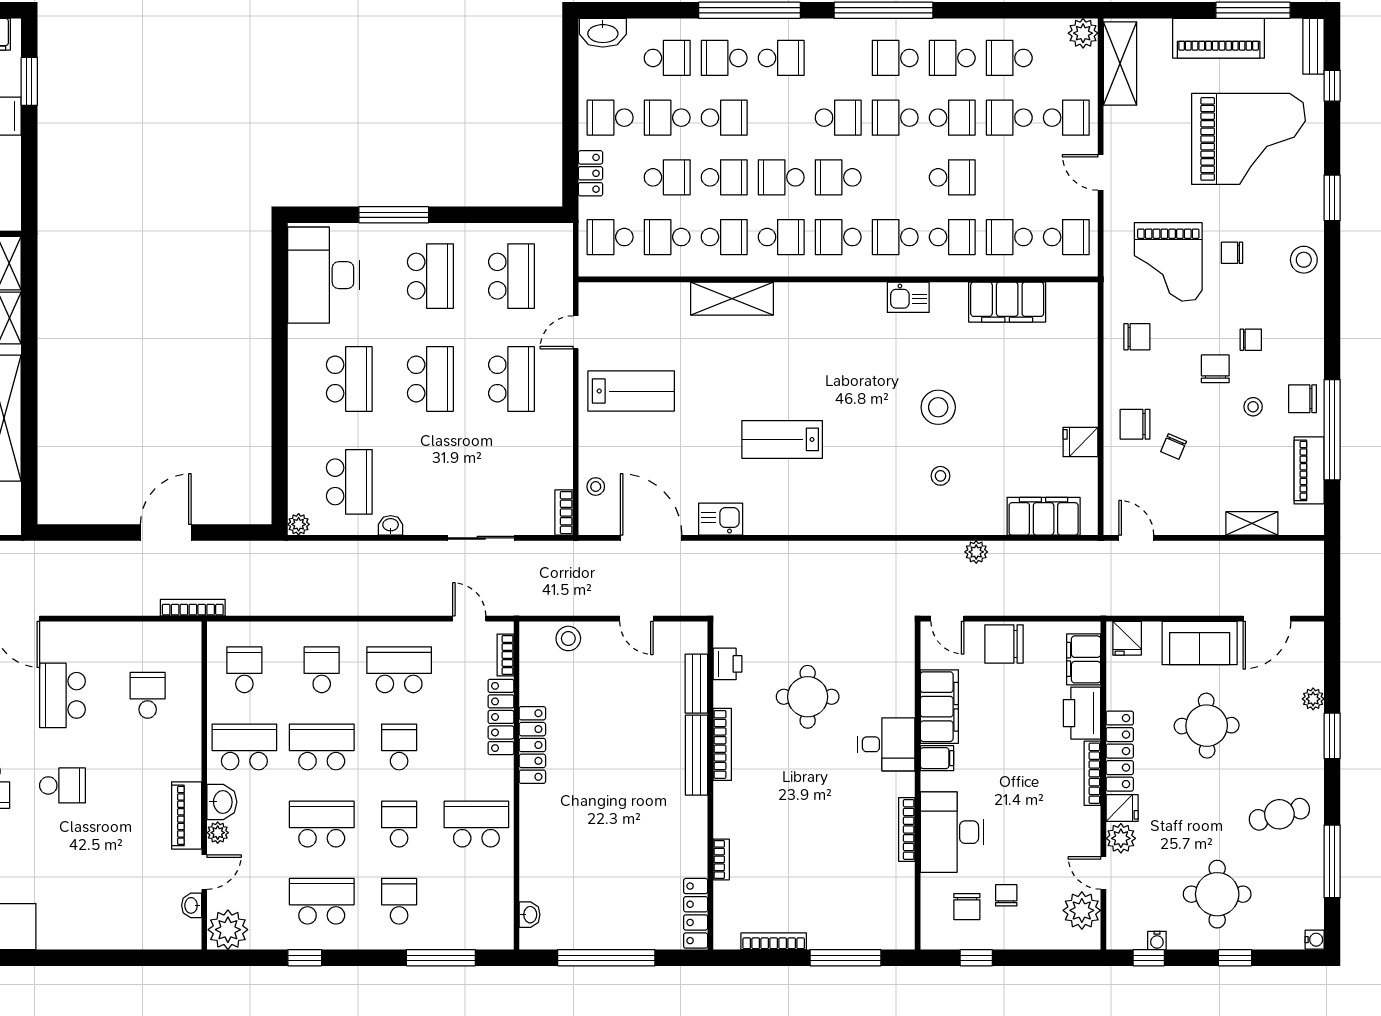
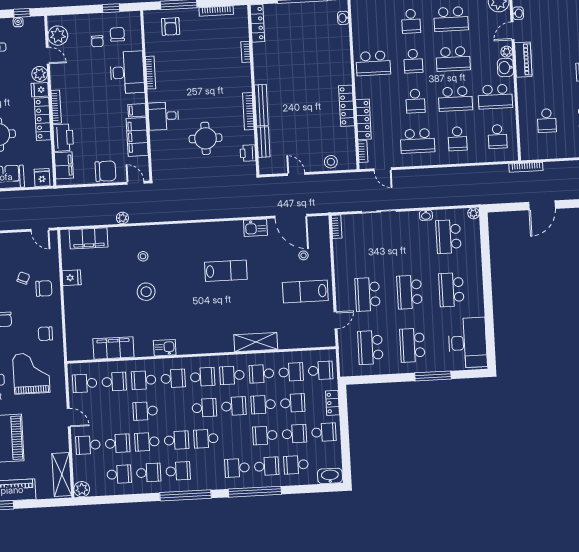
school desk: (667, 177) -> (293, 403), turned 180
stool: (596, 487) -> (303, 255), moved
armchair: (863, 916) -> (171, 27), added

